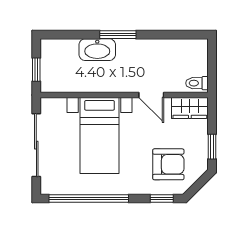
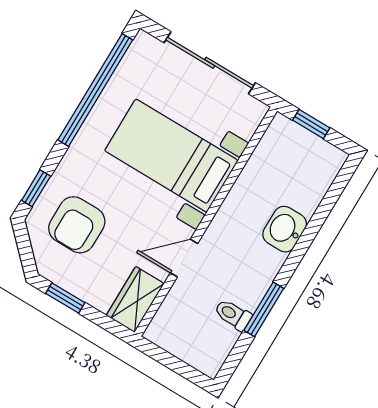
window: (118, 35) -> (264, 309), moved
washbasin: (97, 50) -> (285, 229), width x0.72
toilet: (197, 83) -> (233, 315), moved, turned -90

